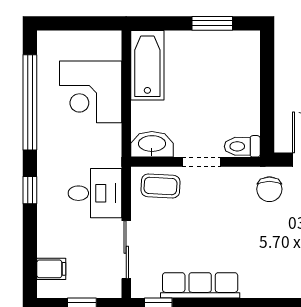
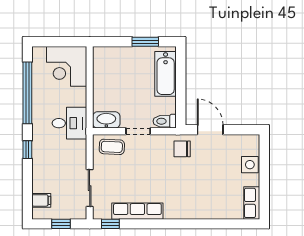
bathtub: (147, 65) -> (166, 74), moved, turned 180
corner desk: (91, 92) -> (67, 66), moved
chair: (269, 189) -> (182, 149), turned 90
desk: (95, 193) -> (69, 123), moved

